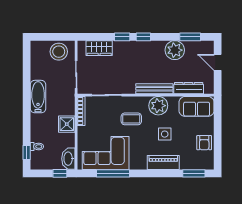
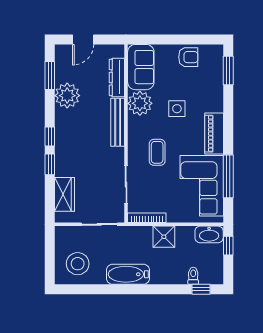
stool: (59, 52) -> (78, 264), moved
plant: (158, 106) -> (140, 103), moved
piano: (163, 163) -> (214, 134), moved

